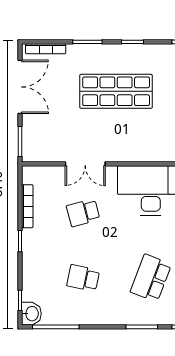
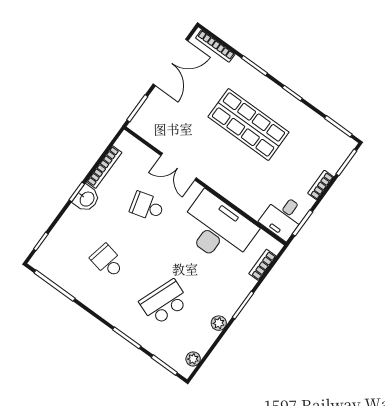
washbasin: (31, 314) -> (87, 199), moved

